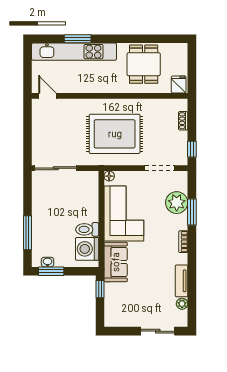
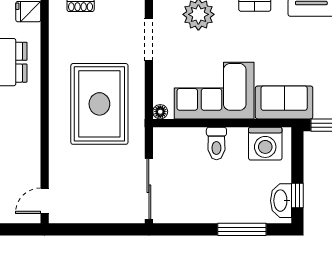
toilet: (87, 229) -> (216, 143), moved
washbasin: (48, 262) -> (281, 201), width x1.91, depth x1.45
window: (51, 271) -> (297, 195), width x0.67

